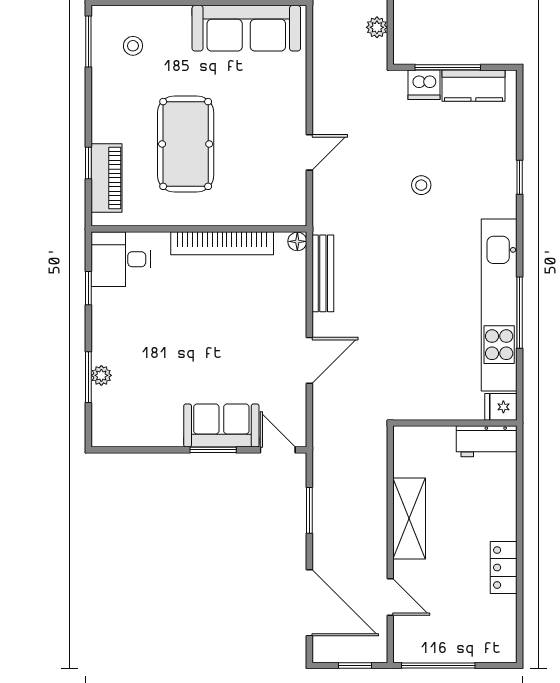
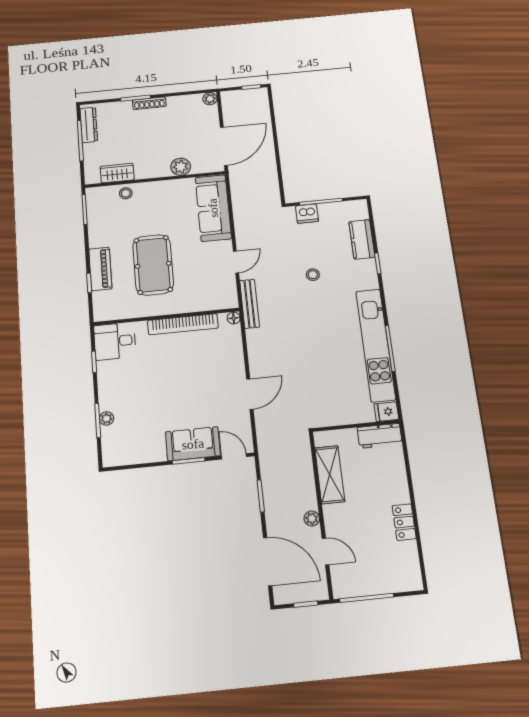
plant: (377, 27) -> (312, 518), moved
sofa: (246, 28) -> (213, 208), moved, turned 90
stool: (133, 46) -> (126, 193), moved
kitchen counter: (473, 86) -> (362, 239), moved, turned 90
piano: (106, 178) -> (100, 269), moved
bench: (323, 273) -> (250, 304), moved
shelving: (409, 518) -> (330, 475), moved

